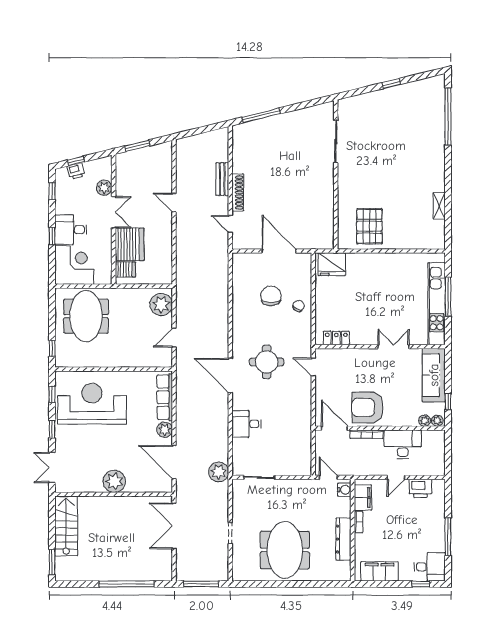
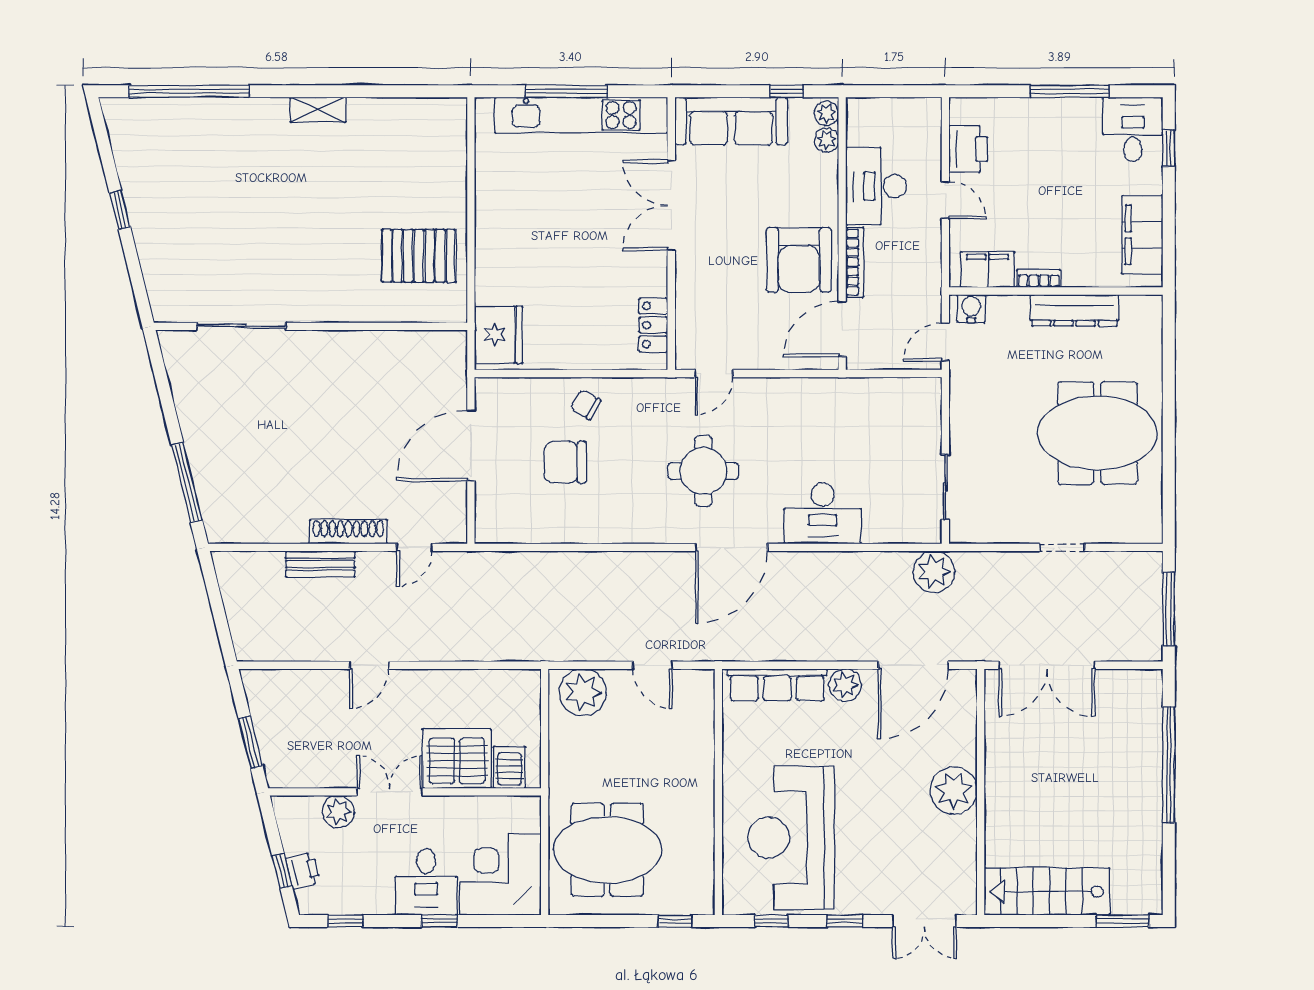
shelving: (439, 206) -> (318, 110), moved
double door: (394, 347) -> (671, 205), width x1.37
desk: (246, 424) -> (823, 514), width x1.37

